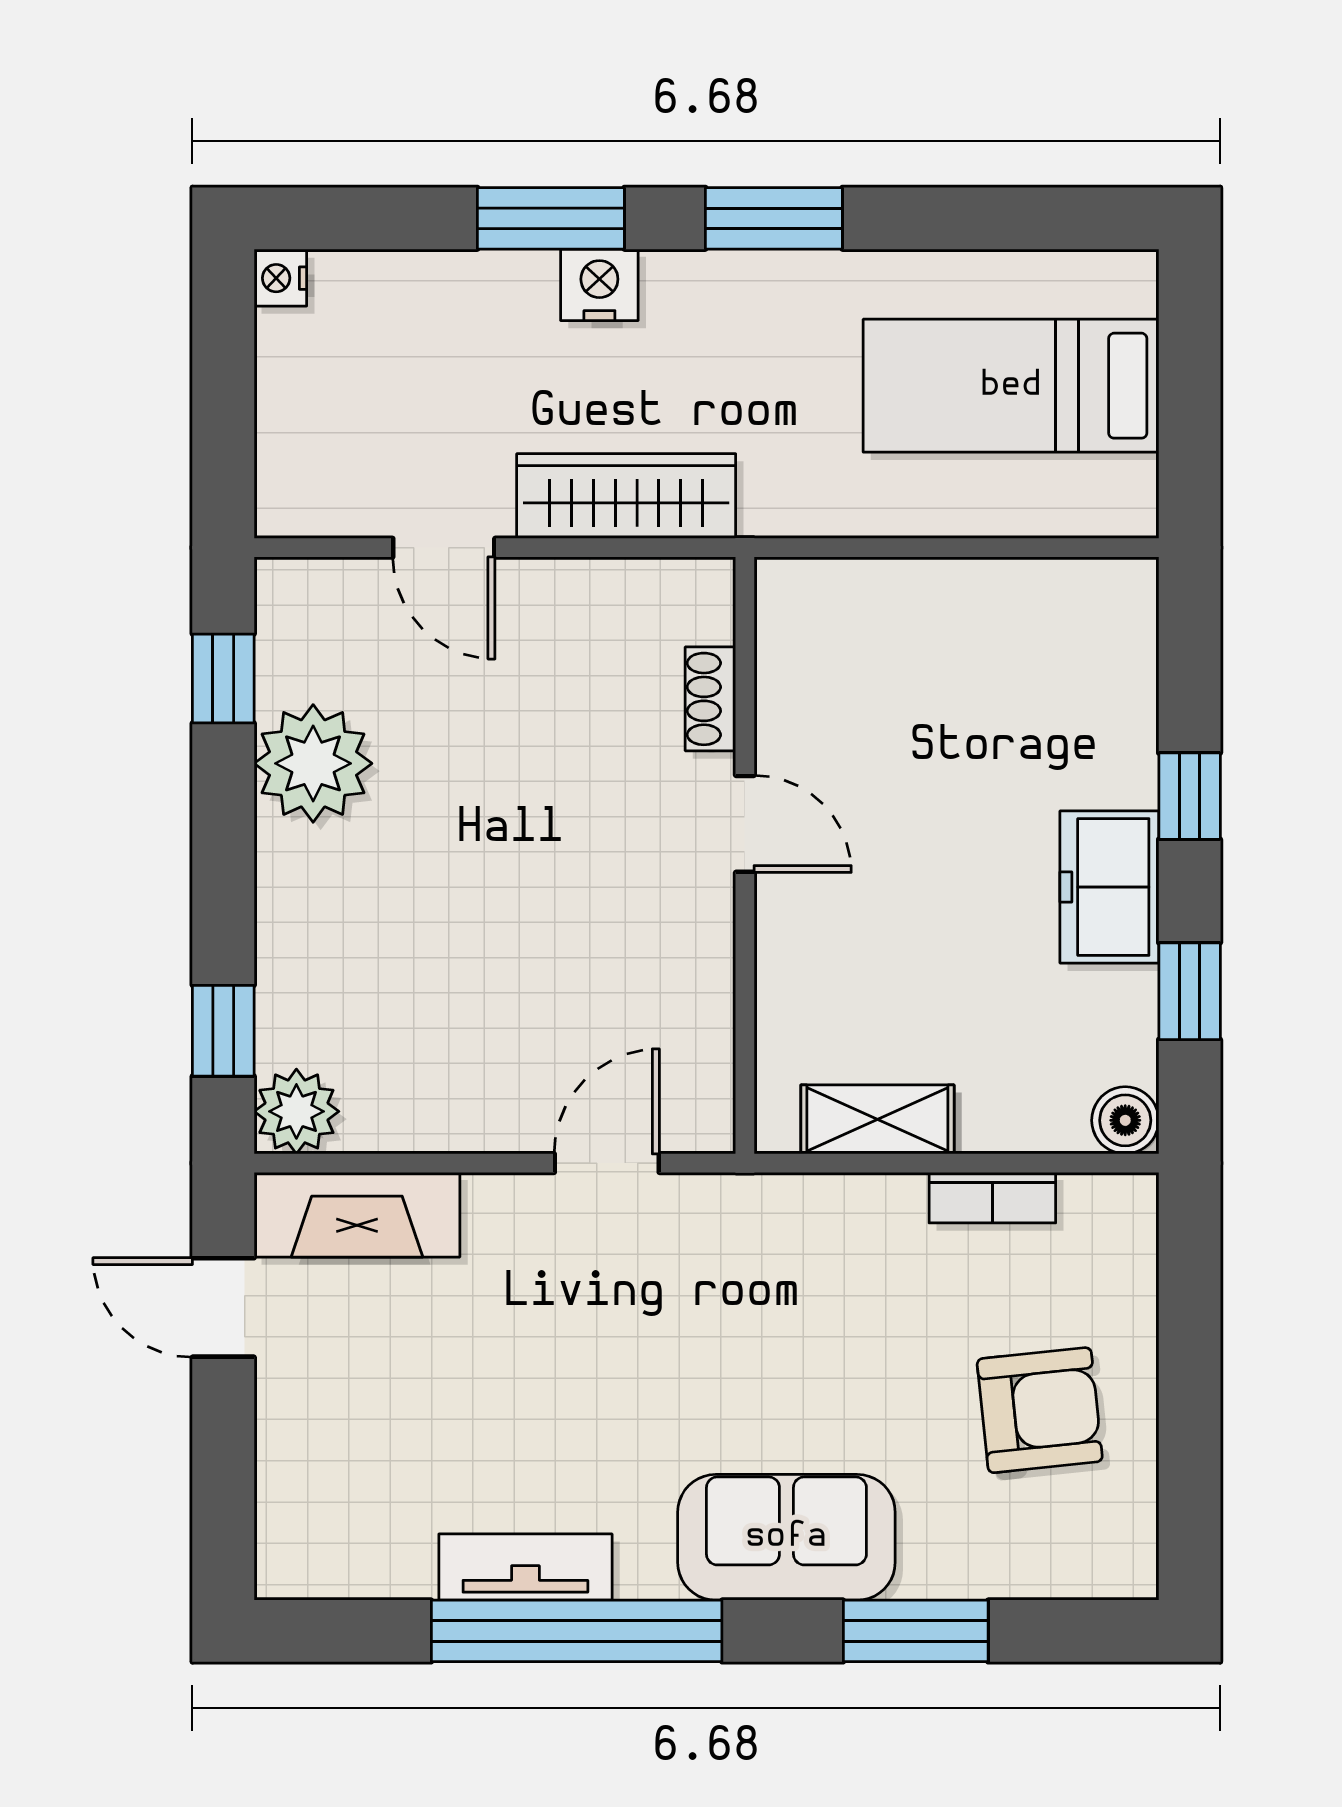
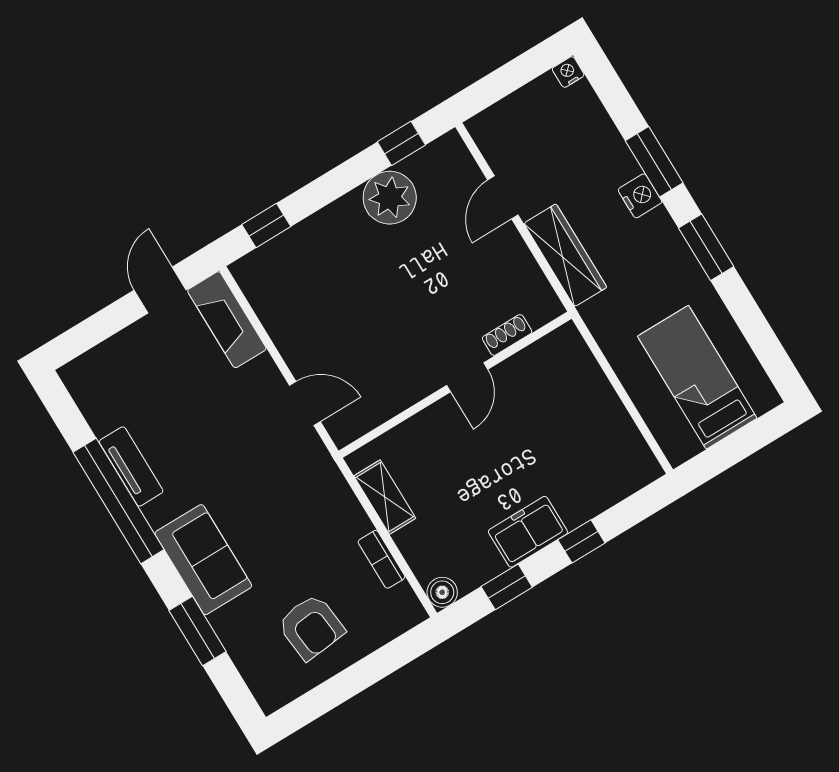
plant: (296, 1111) -> (252, 272), removed

